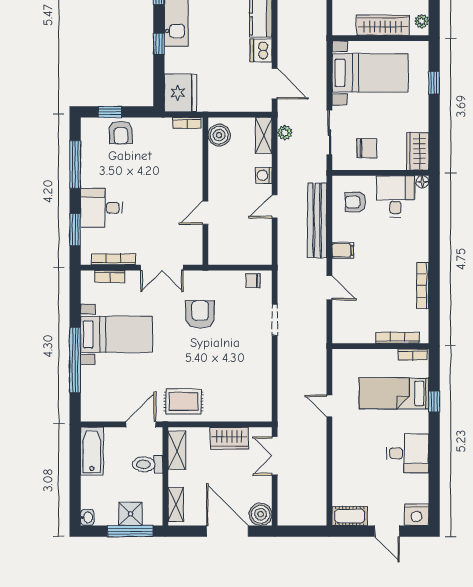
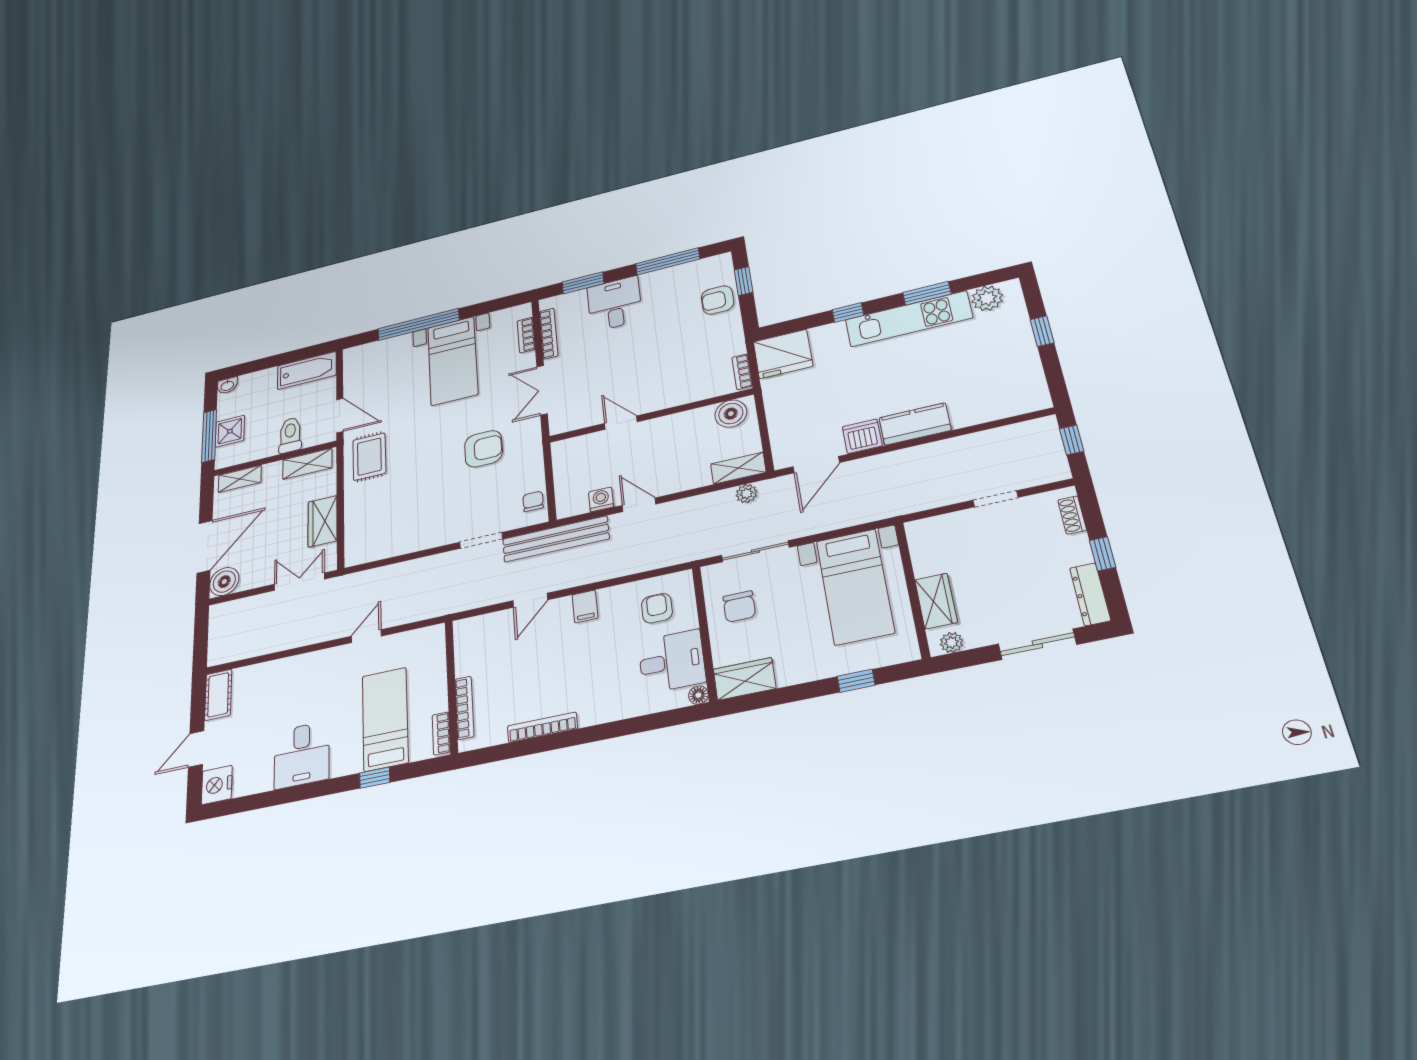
wardrobe: (383, 25) -> (936, 601), width x0.67
washing machine: (264, 175) -> (601, 499), moved
bench: (317, 220) -> (556, 539), moved

